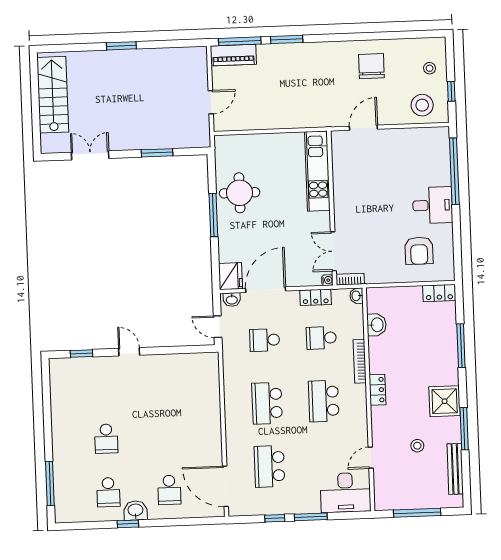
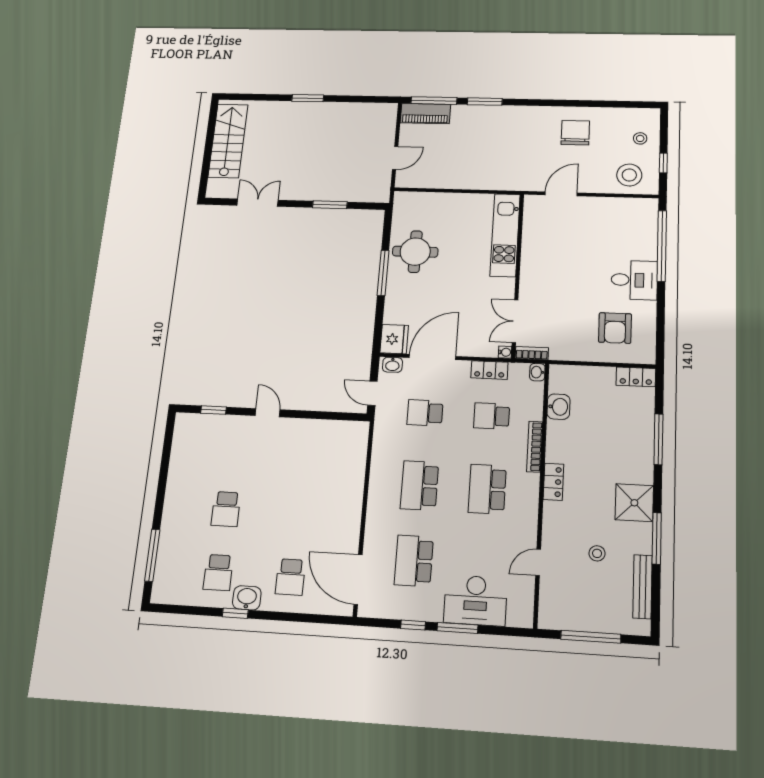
desk: (345, 493) -> (475, 600), moved

